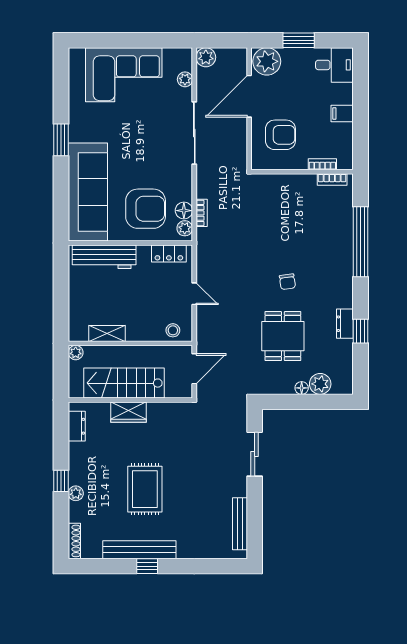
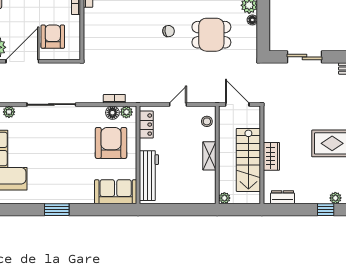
door: (249, 96) -> (22, 61), swing flipped
sofa: (88, 192) -> (116, 192), width x0.54, depth x0.79
shelving: (107, 333) -> (209, 156), moved

